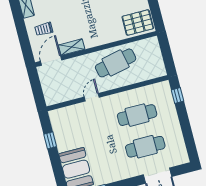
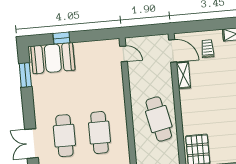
door: (92, 97) -> (124, 54), moved
window: (50, 140) -> (61, 38), moved

